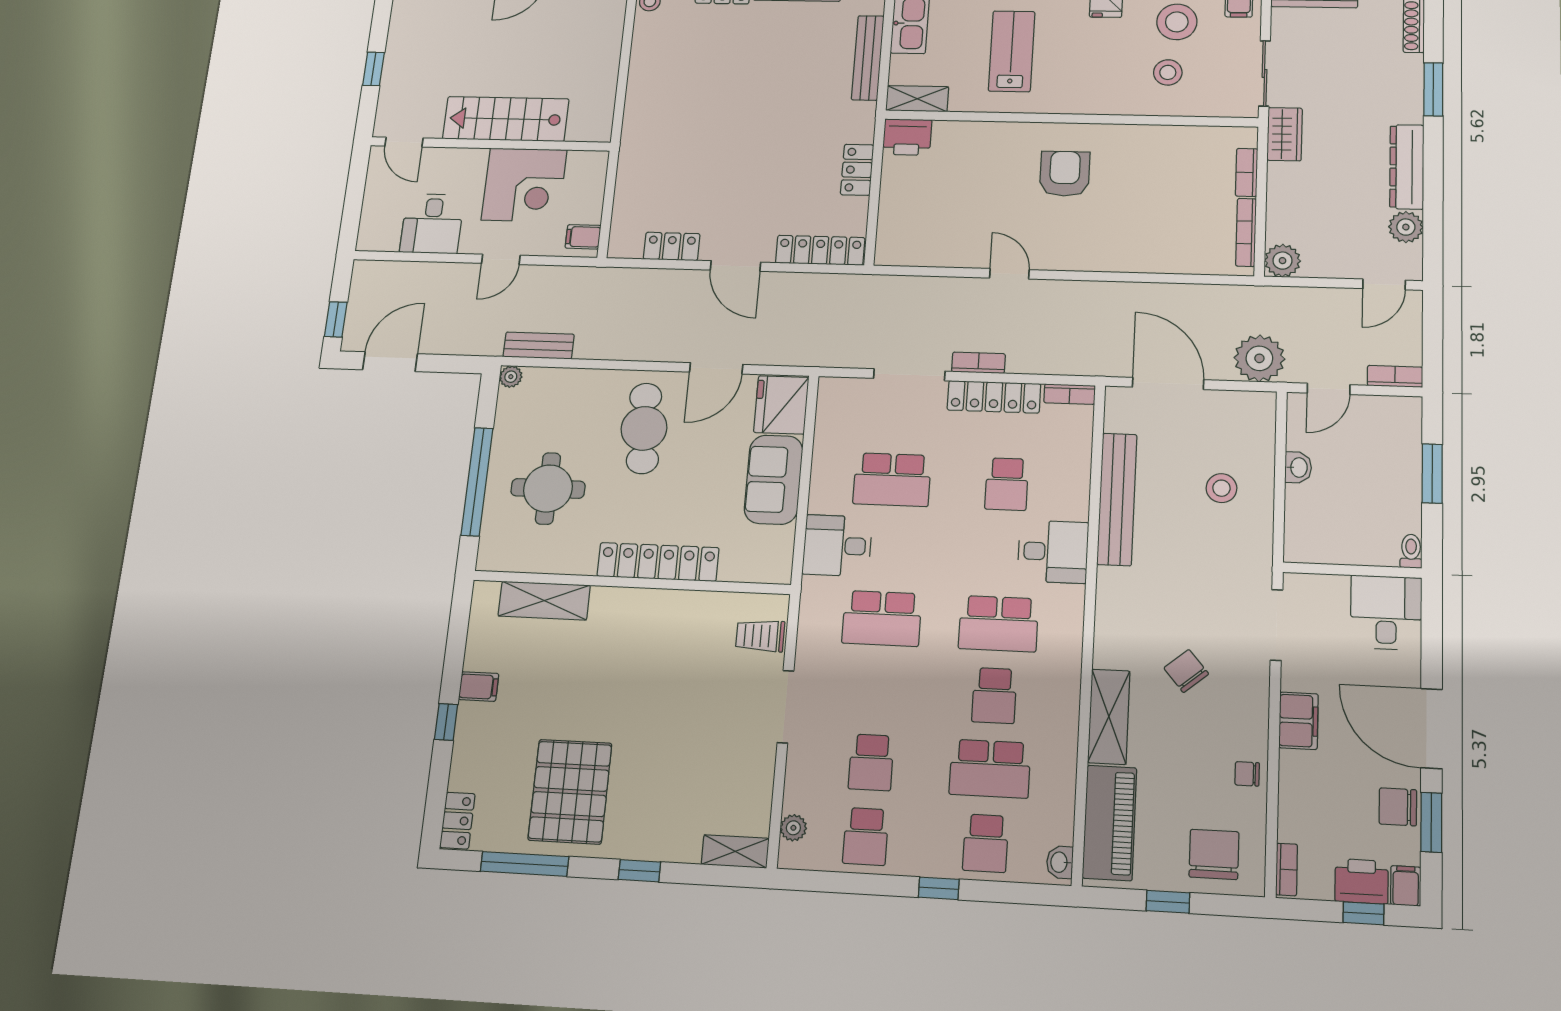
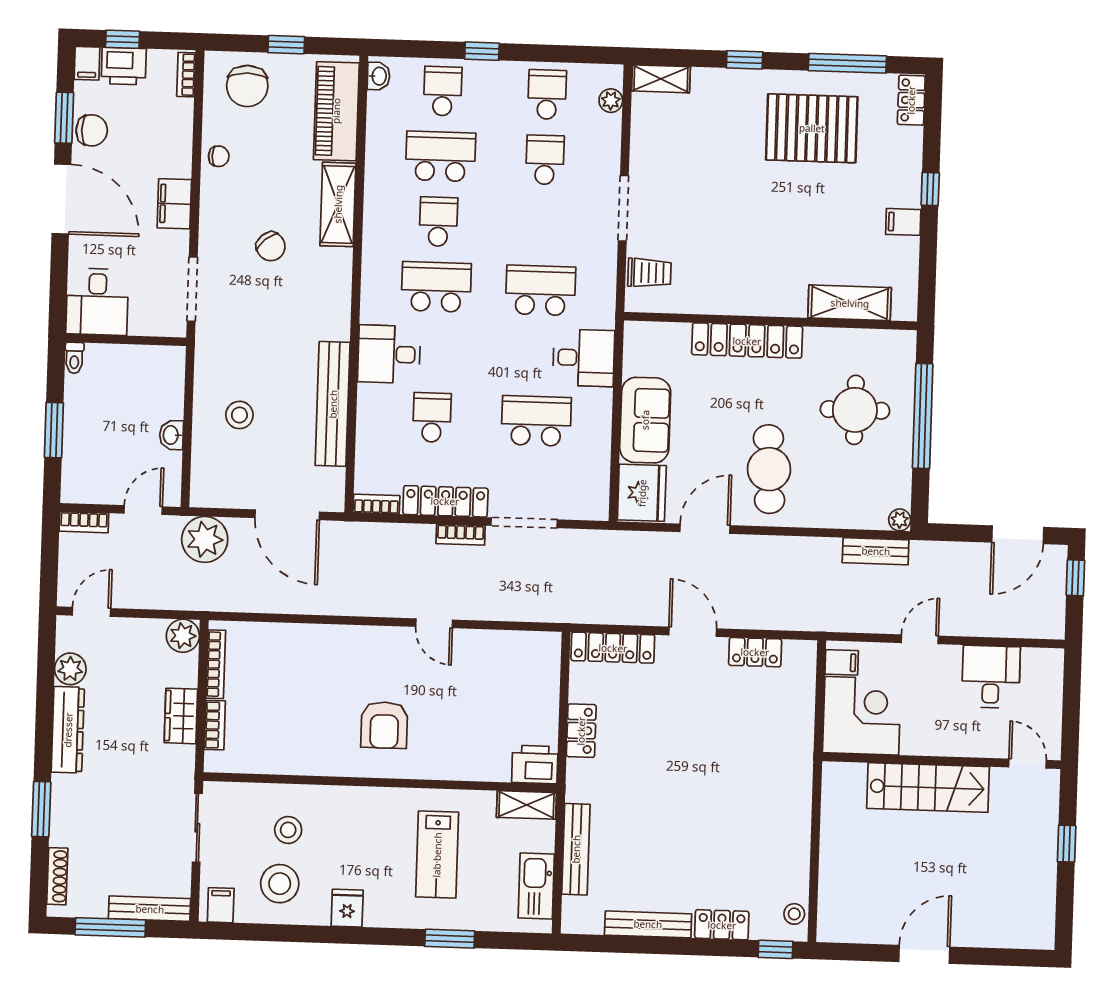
wardrobe: (1285, 134) -> (181, 716), moved
corner desk: (524, 185) -> (862, 716), moved, turned 90
pallet: (570, 792) -> (812, 128), turned 90

